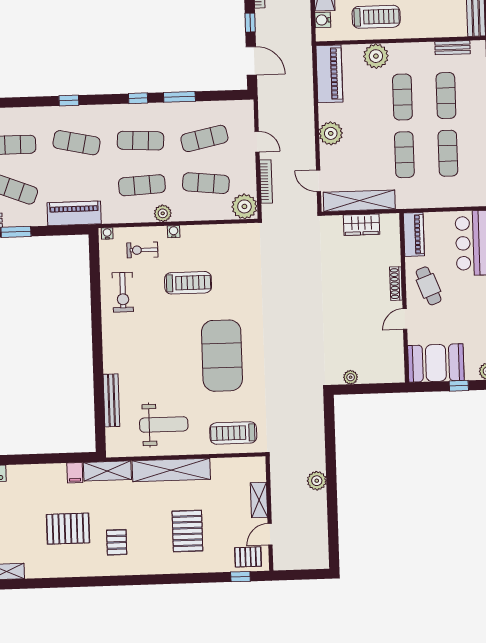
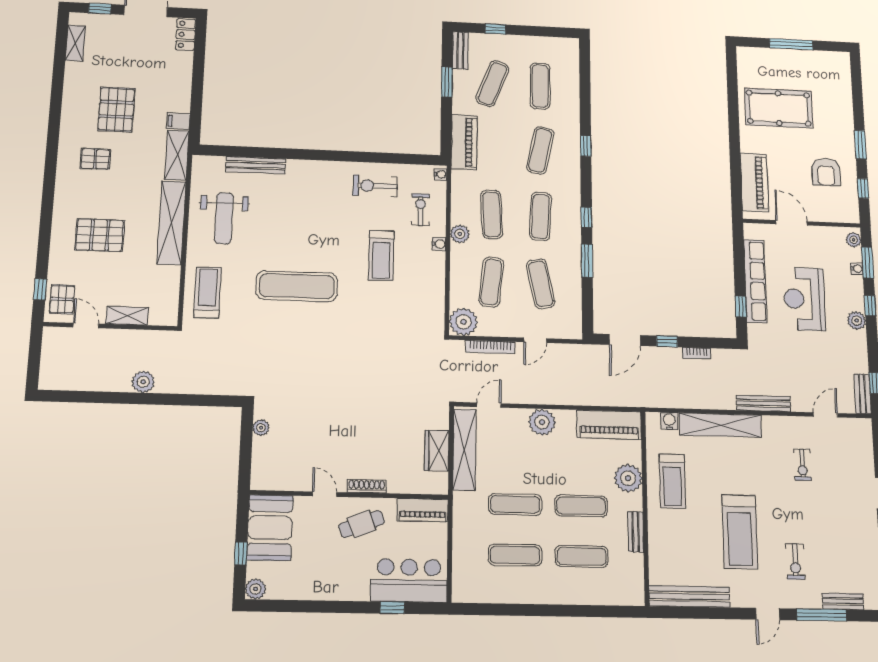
bench: (453, 48) -> (636, 532), moved
exercise mat: (222, 356) -> (297, 286), width x0.68

